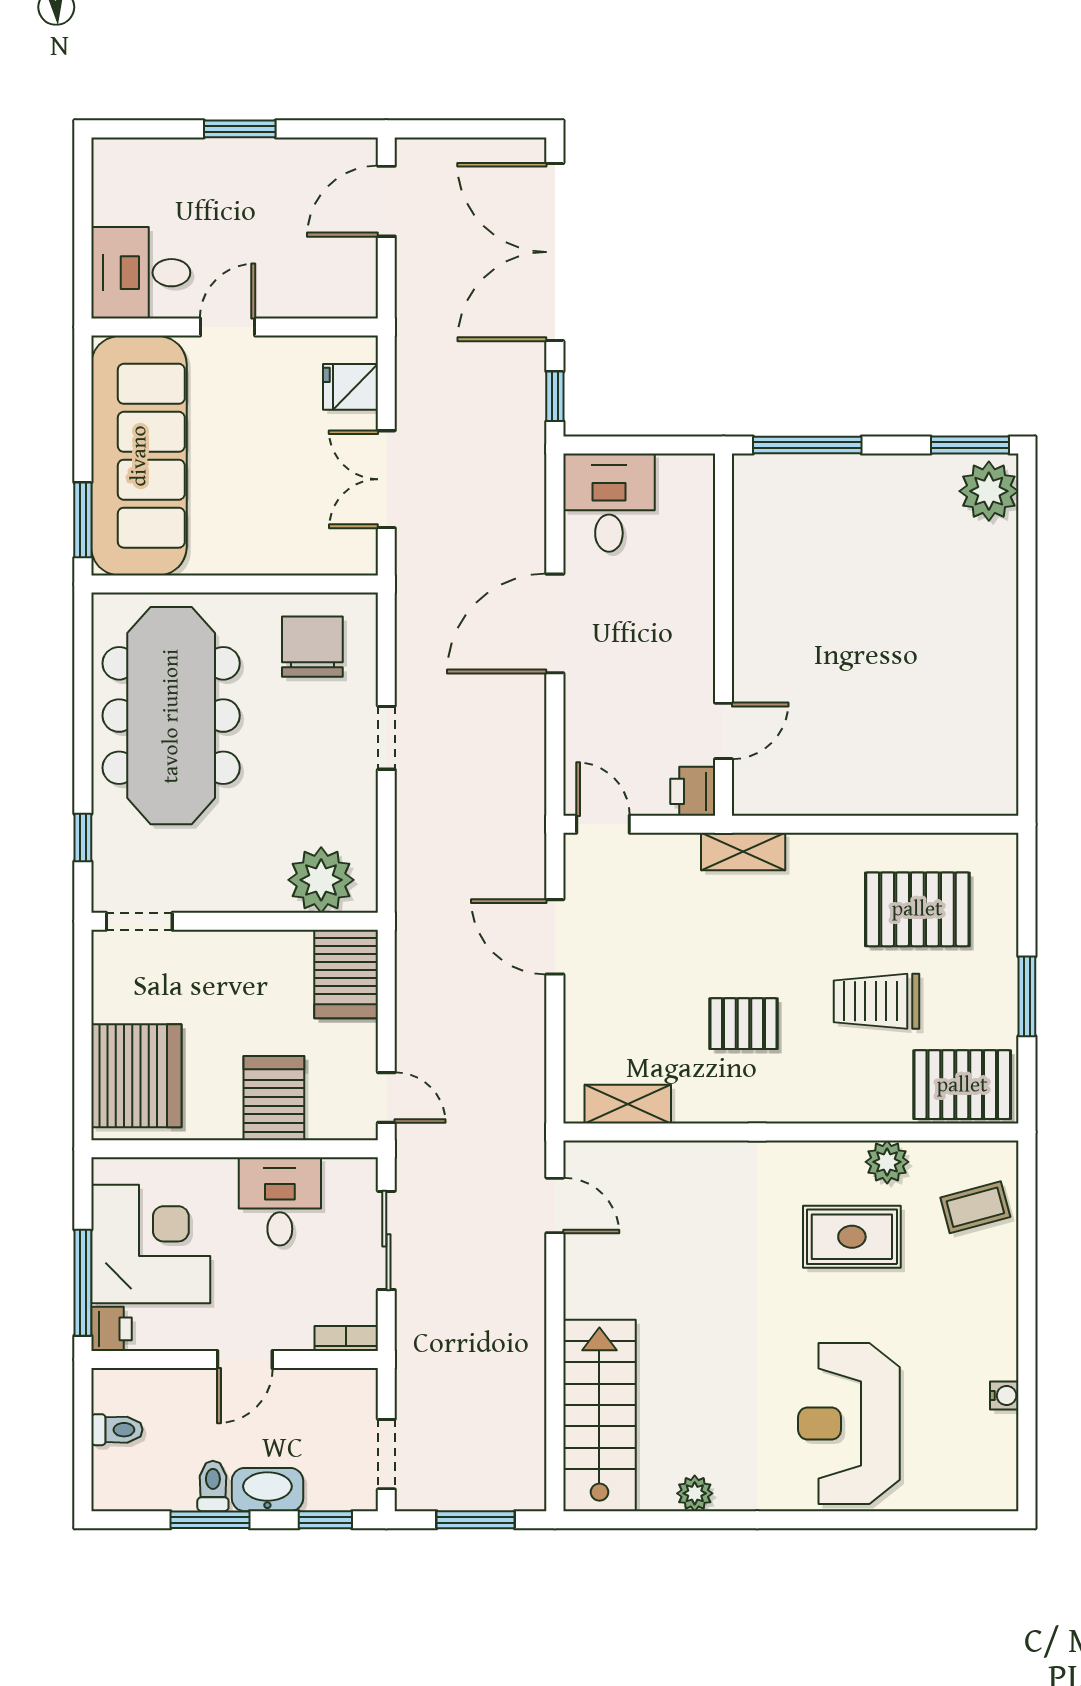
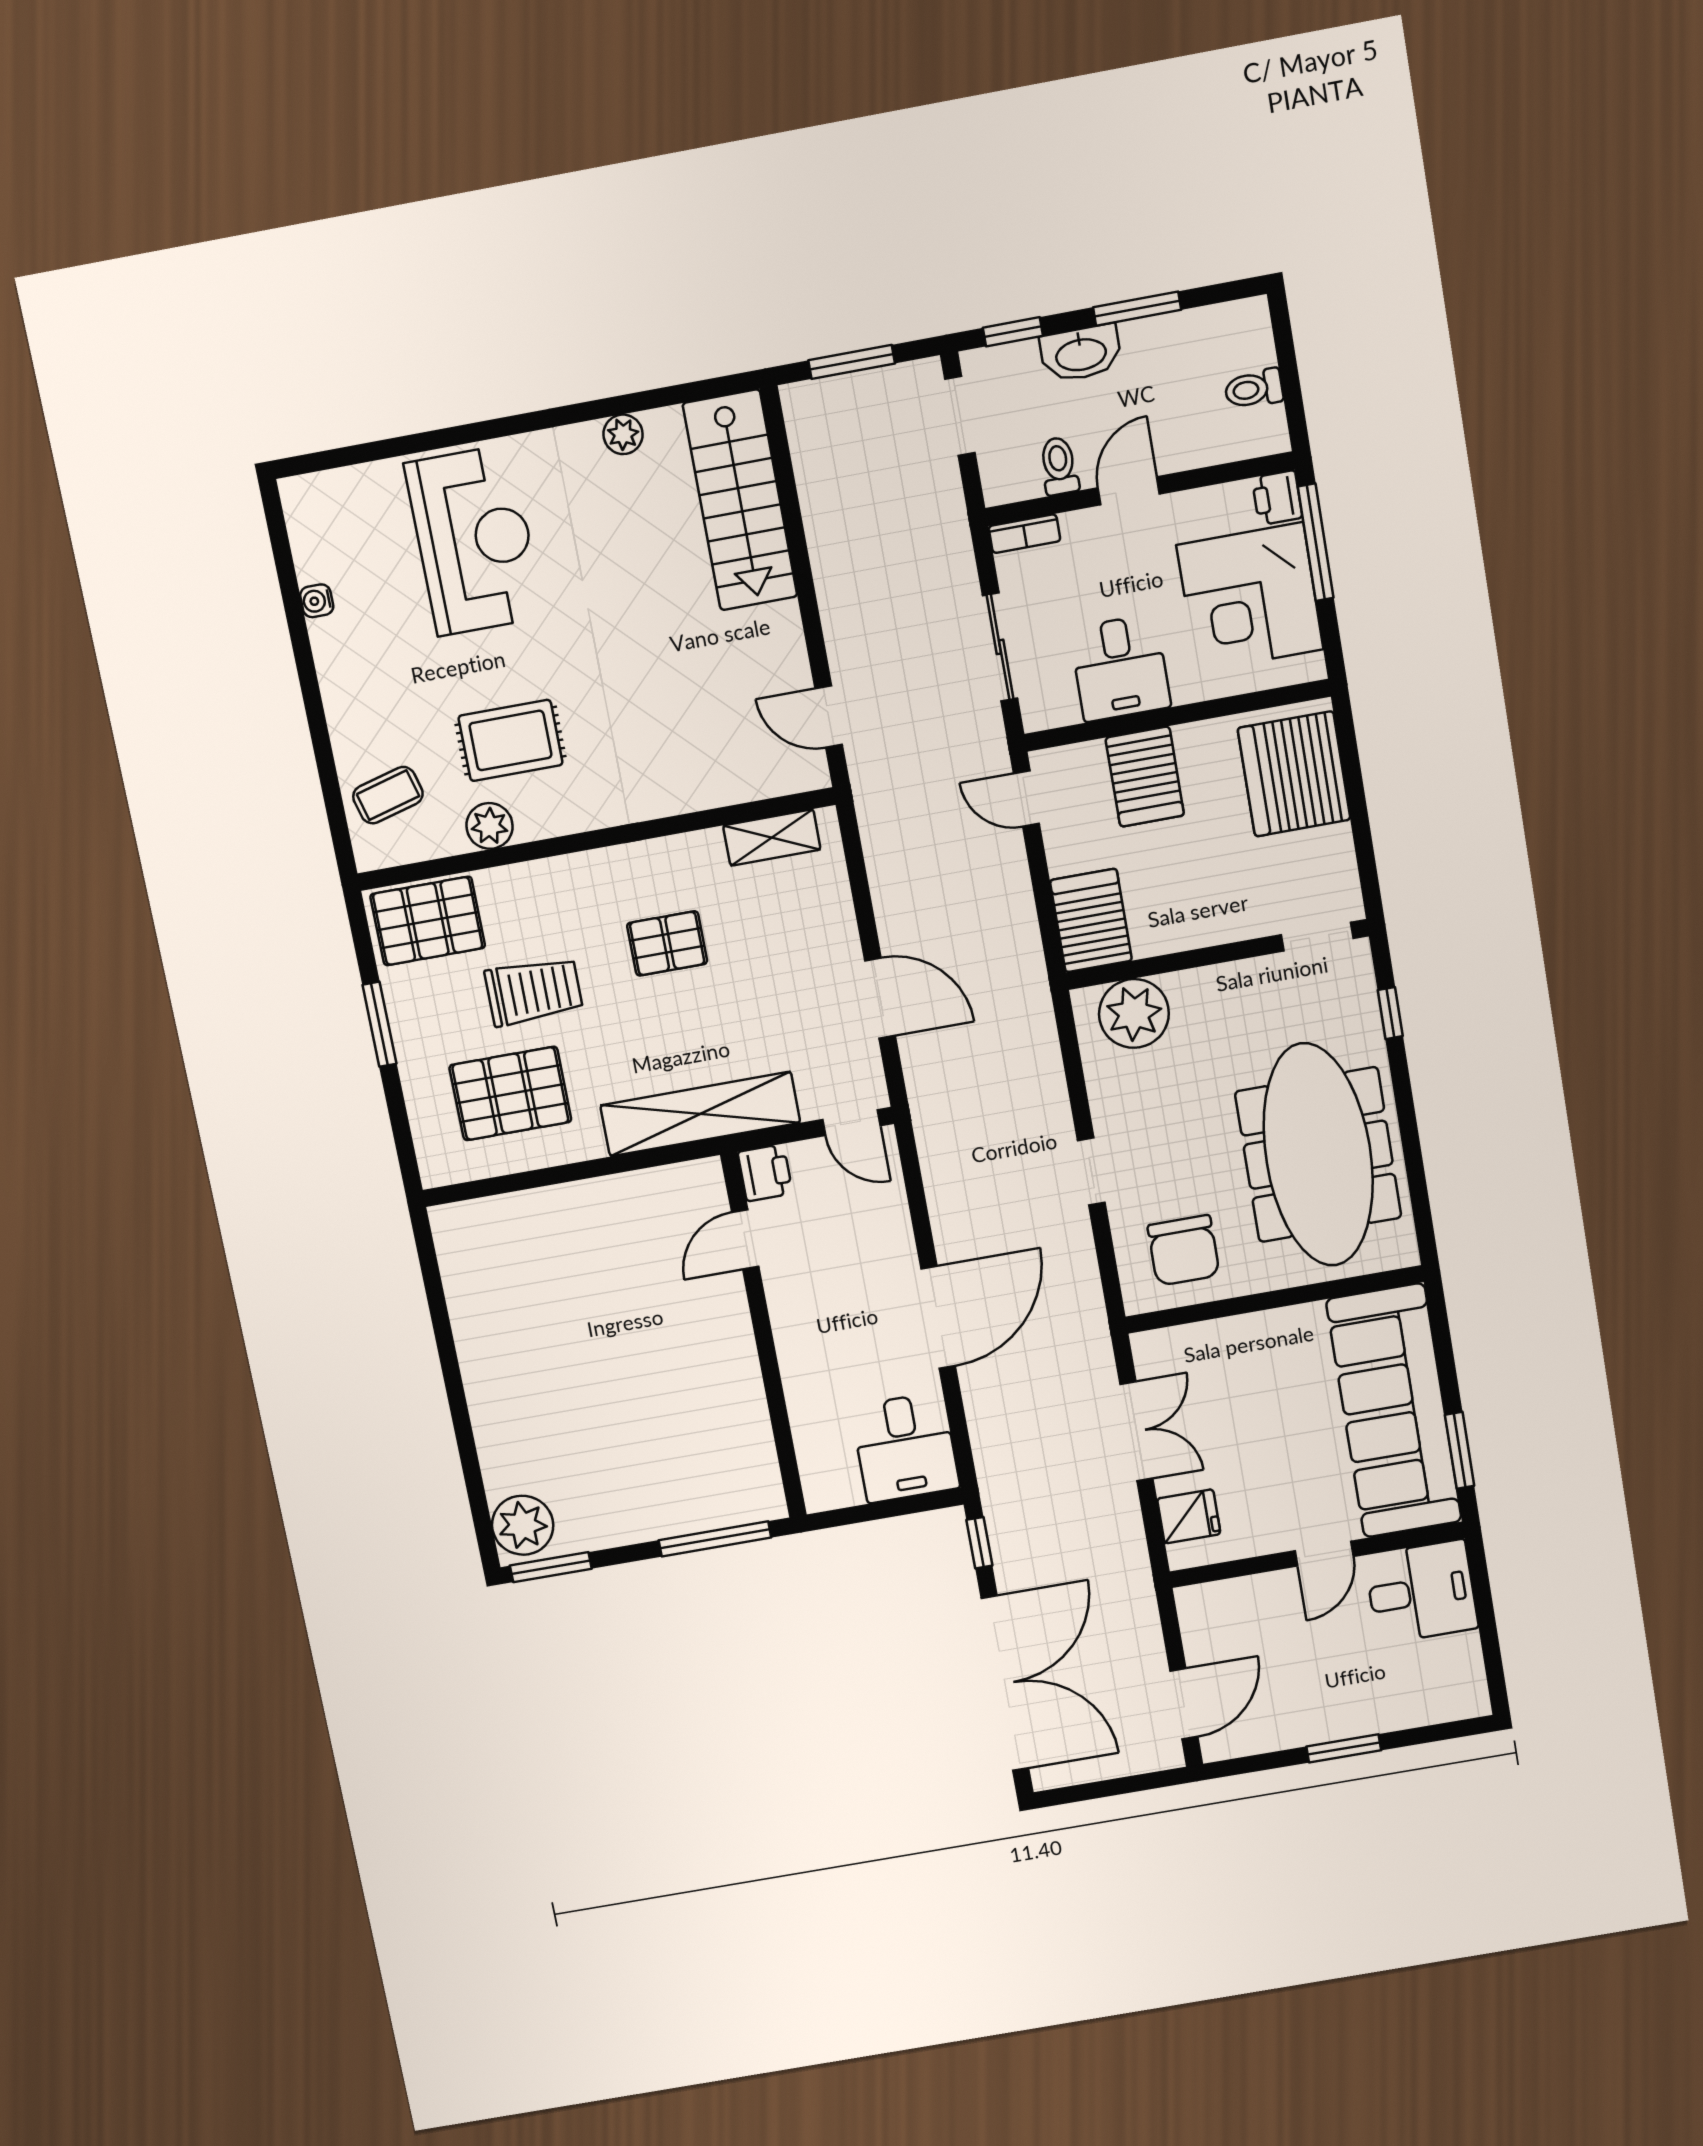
window: (83, 520) -> (1460, 1450), moved
shelving: (743, 852) -> (700, 1114), width x2.20, depth x1.33
toilet: (213, 1486) -> (1059, 466), moved, turned 180

